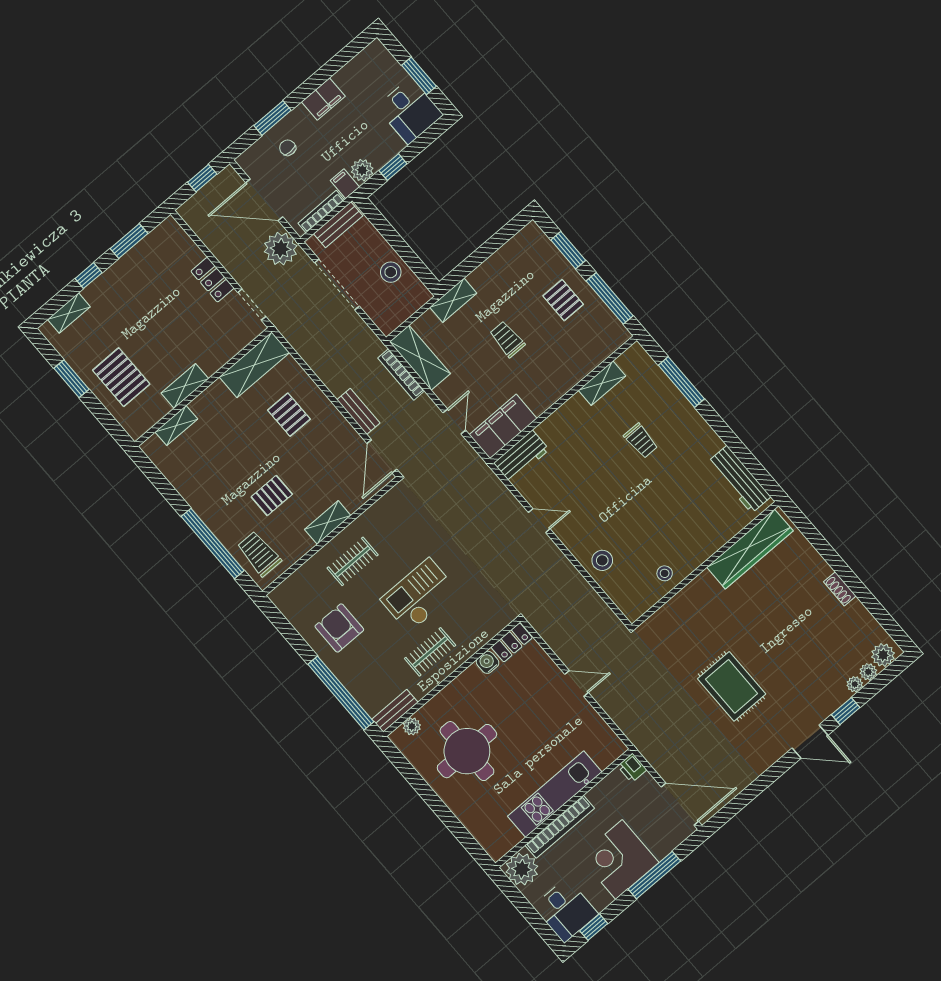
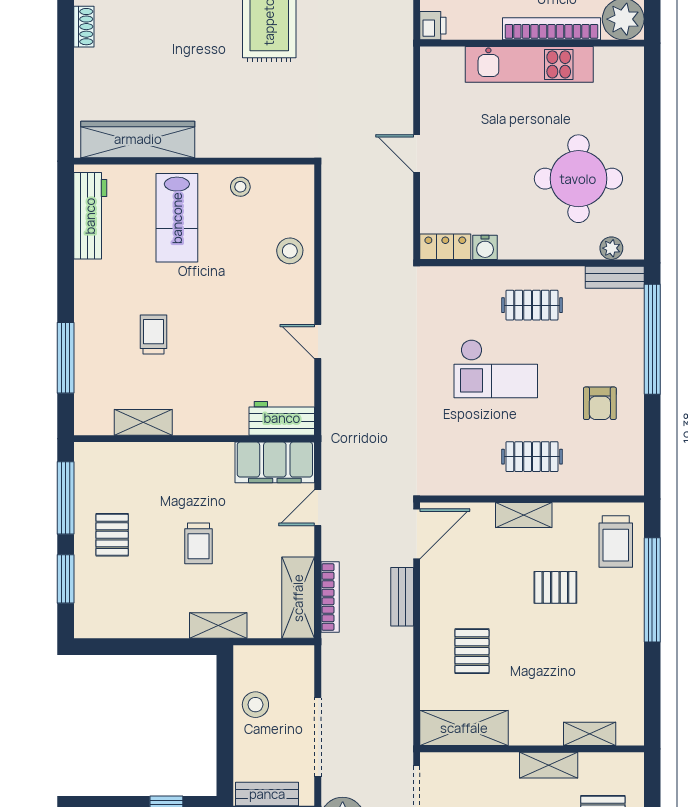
lab bench: (687, 522) -> (177, 218), added
armchair: (339, 628) -> (600, 403), width x0.72, depth x0.72

